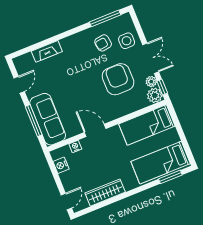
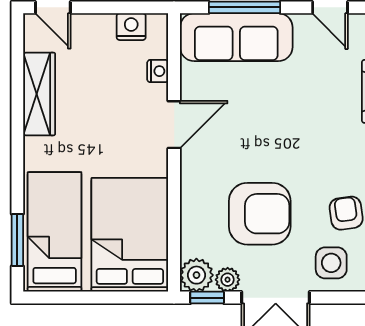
bed: (147, 125) -> (130, 235), width x1.50

